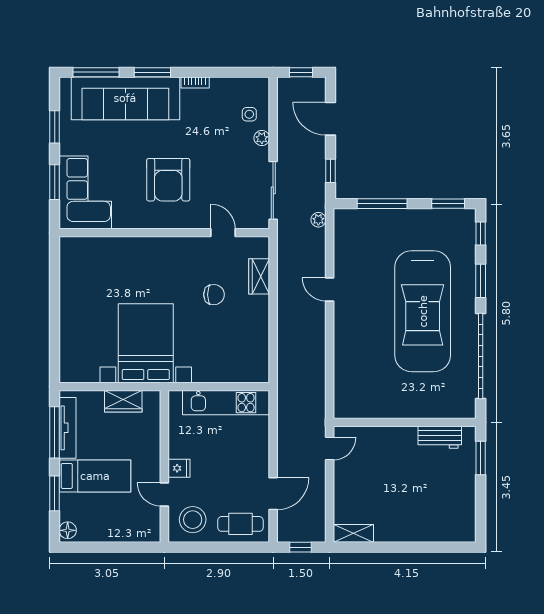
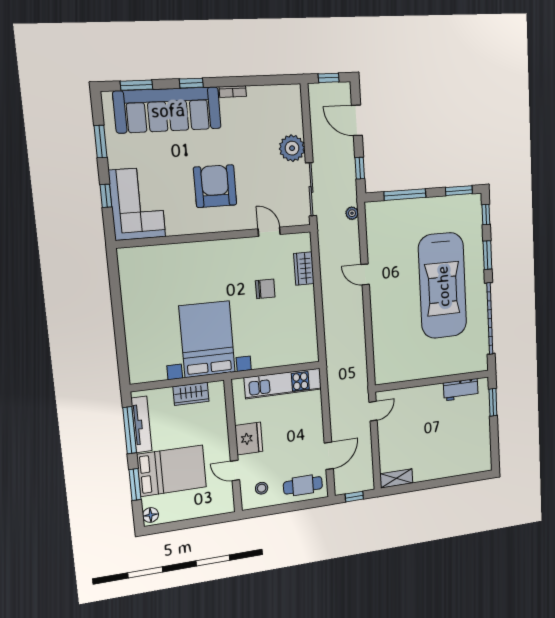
window: (96, 72) -> (136, 85), width x0.69
window: (152, 72) -> (191, 83), width x0.67
side table: (249, 114) -> (285, 120), removed
plant: (262, 138) -> (292, 148), width x1.87, depth x1.87
armchair: (168, 180) -> (215, 186), turned 180
window: (55, 182) -> (106, 196), width x0.67
fridge: (179, 468) -> (249, 439), width x1.88, depth x1.34
bed: (95, 476) -> (172, 471), width x1.50
stool: (193, 520) -> (262, 488), width x0.53, depth x0.53

